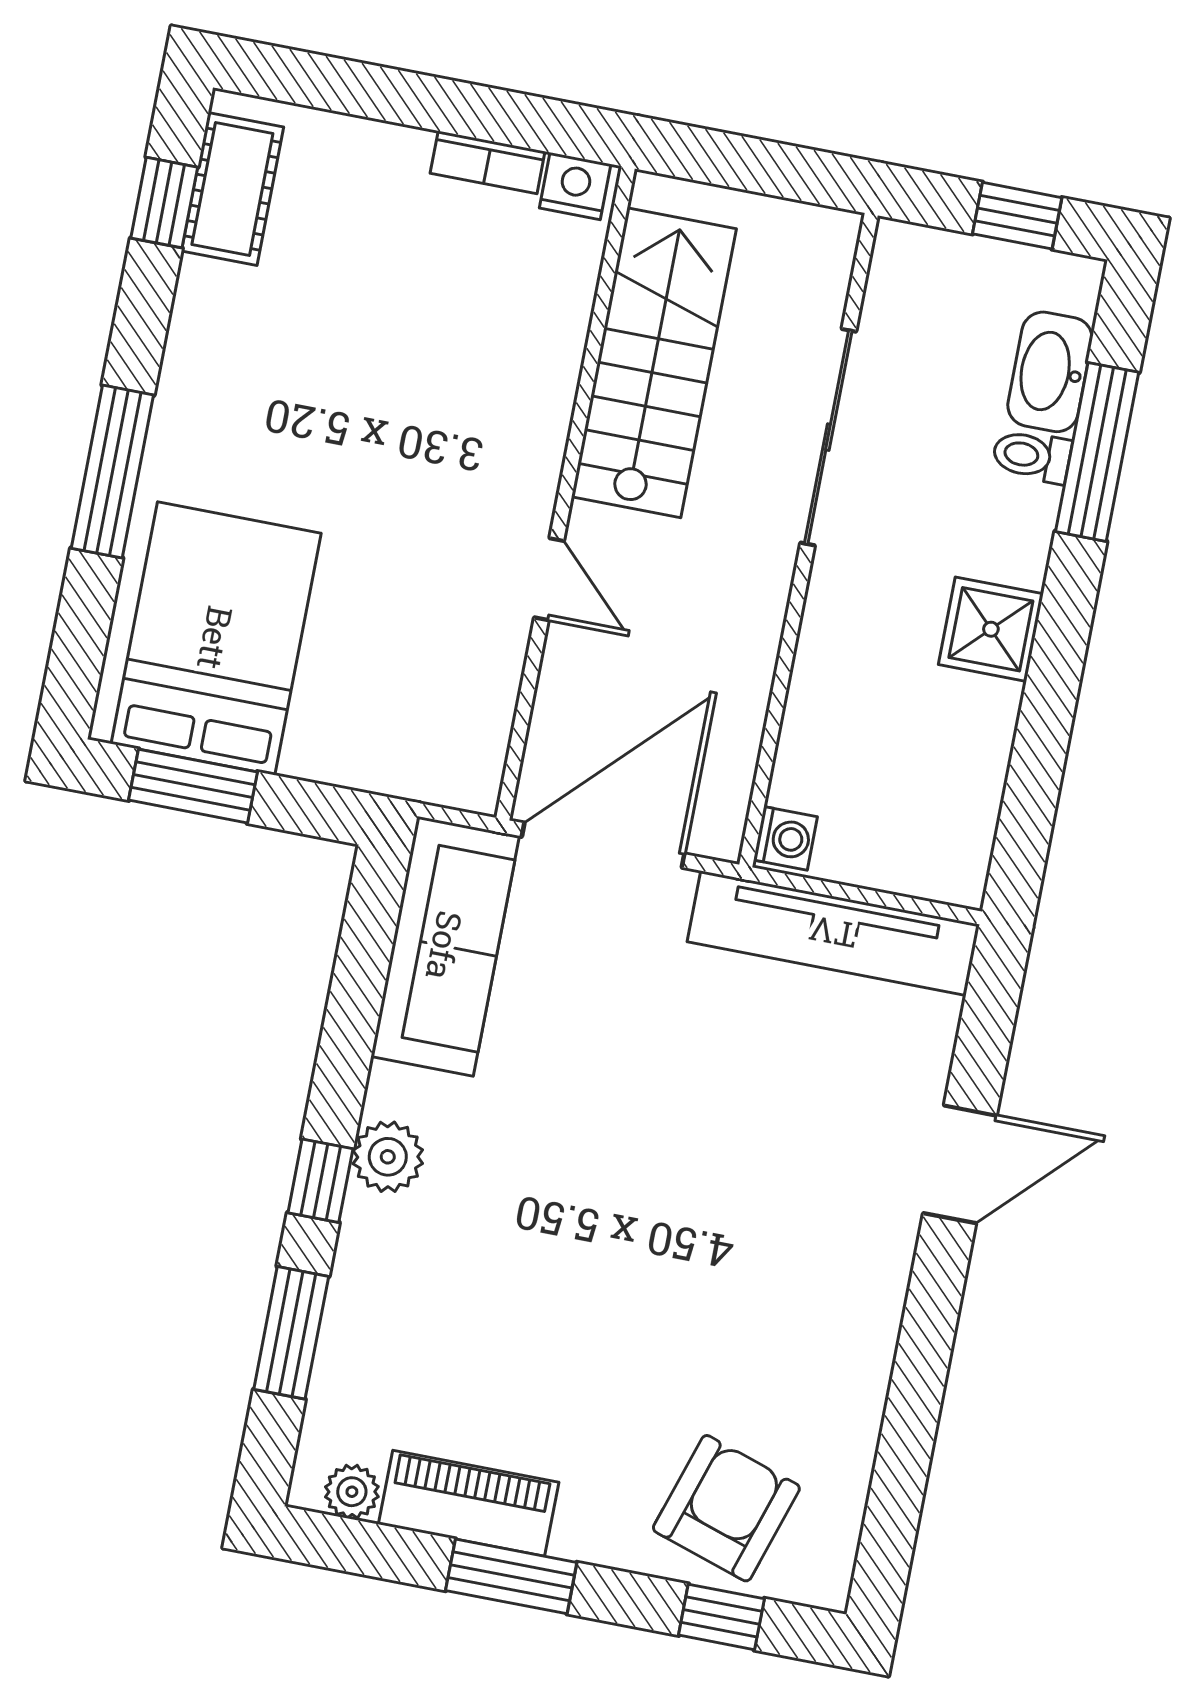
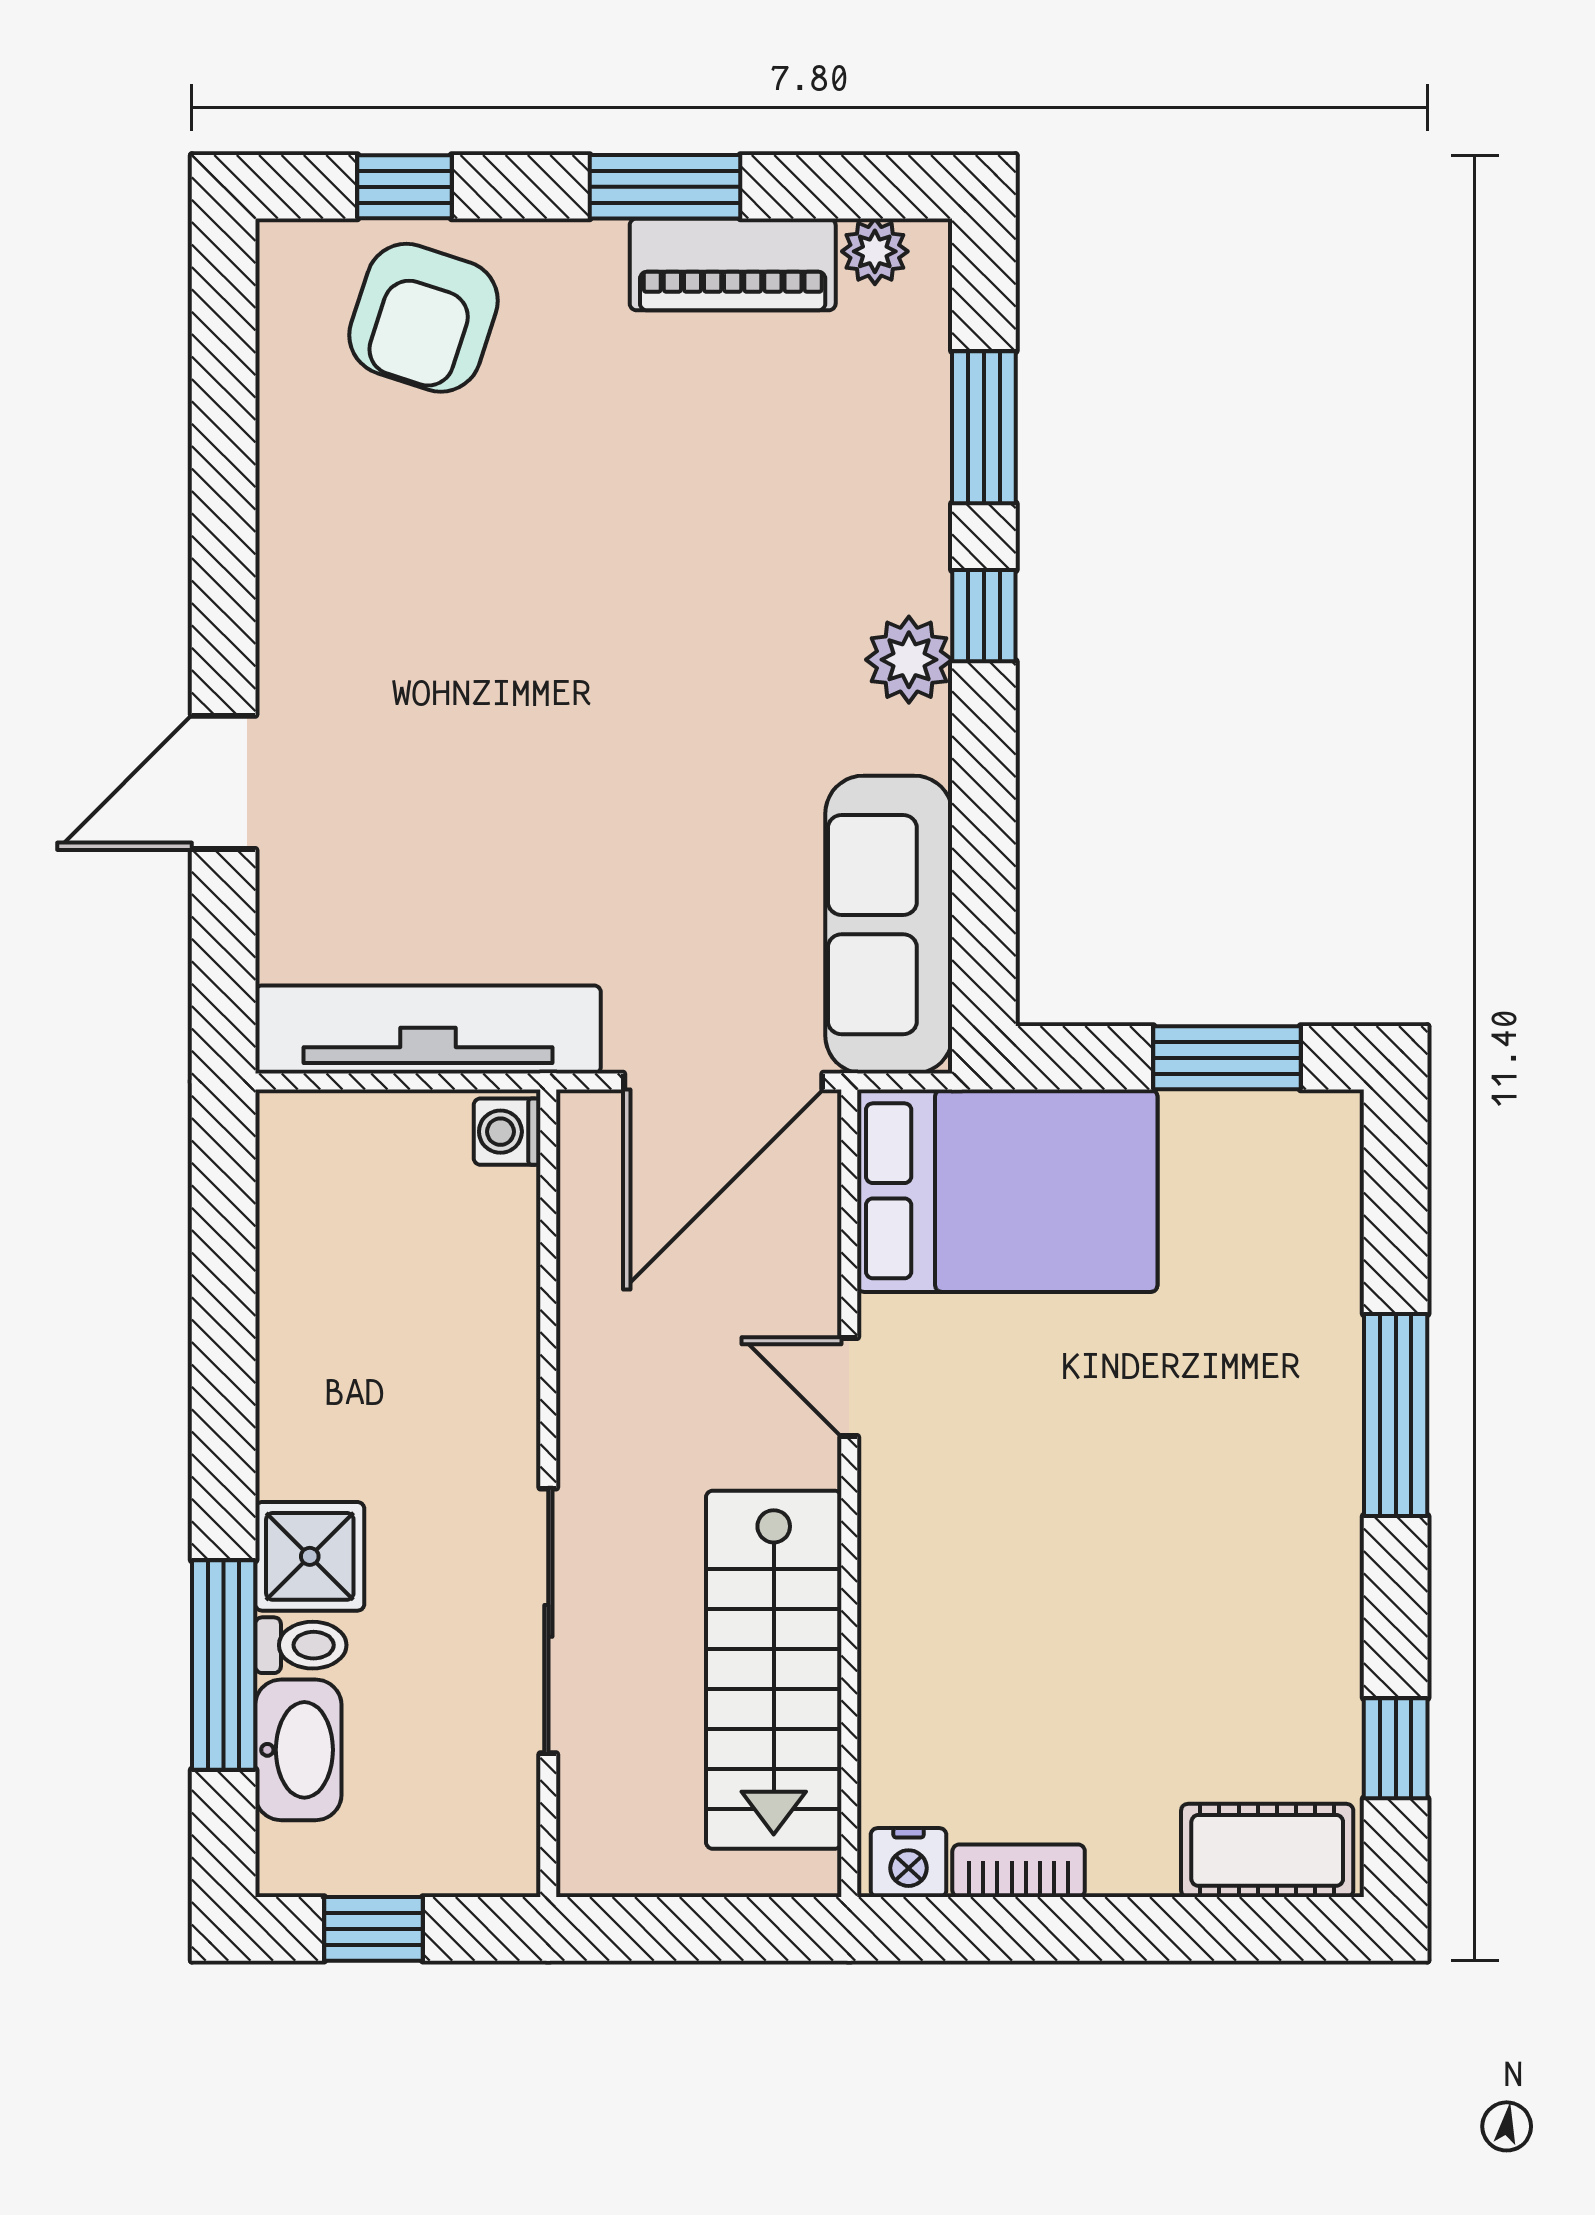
cot: (232, 189) -> (1267, 1850), moved, turned 90
shower: (991, 629) -> (310, 1556), moved
bed: (216, 638) -> (1007, 1191), moved, turned -90

